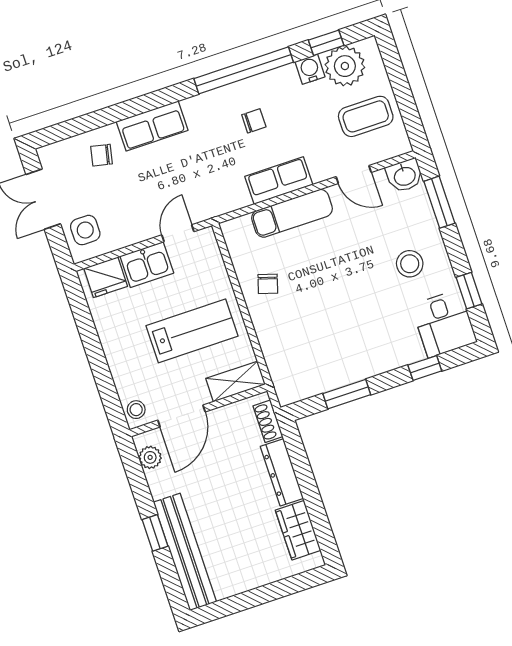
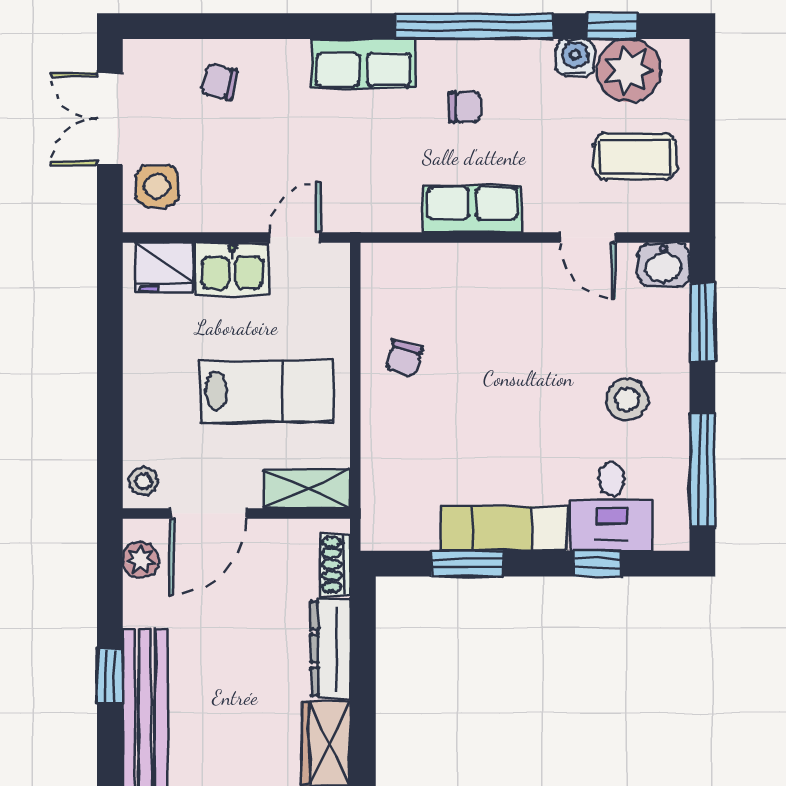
row of seats: (152, 126) -> (363, 64), moved
exam couch: (292, 213) -> (504, 529), moved, turned 180
window: (469, 291) -> (702, 470), width x2.17
desk: (444, 323) -> (612, 506), moved

